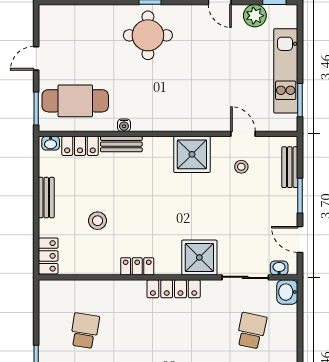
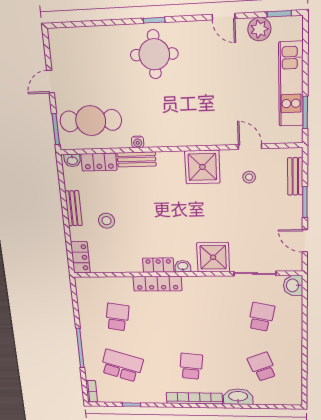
stool: (98, 221) -> (107, 221), moved
washbasin: (279, 268) -> (183, 266), moved
locker: (174, 289) -> (157, 284), moved

